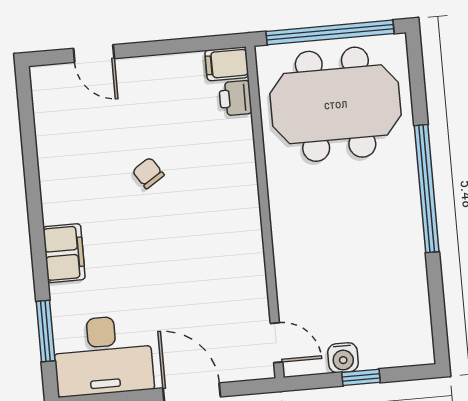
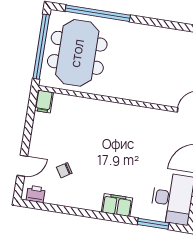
printer: (235, 98) -> (36, 194), moved, turned 180
chair: (148, 173) -> (64, 170), moved
window: (427, 189) -> (98, 13), moved

